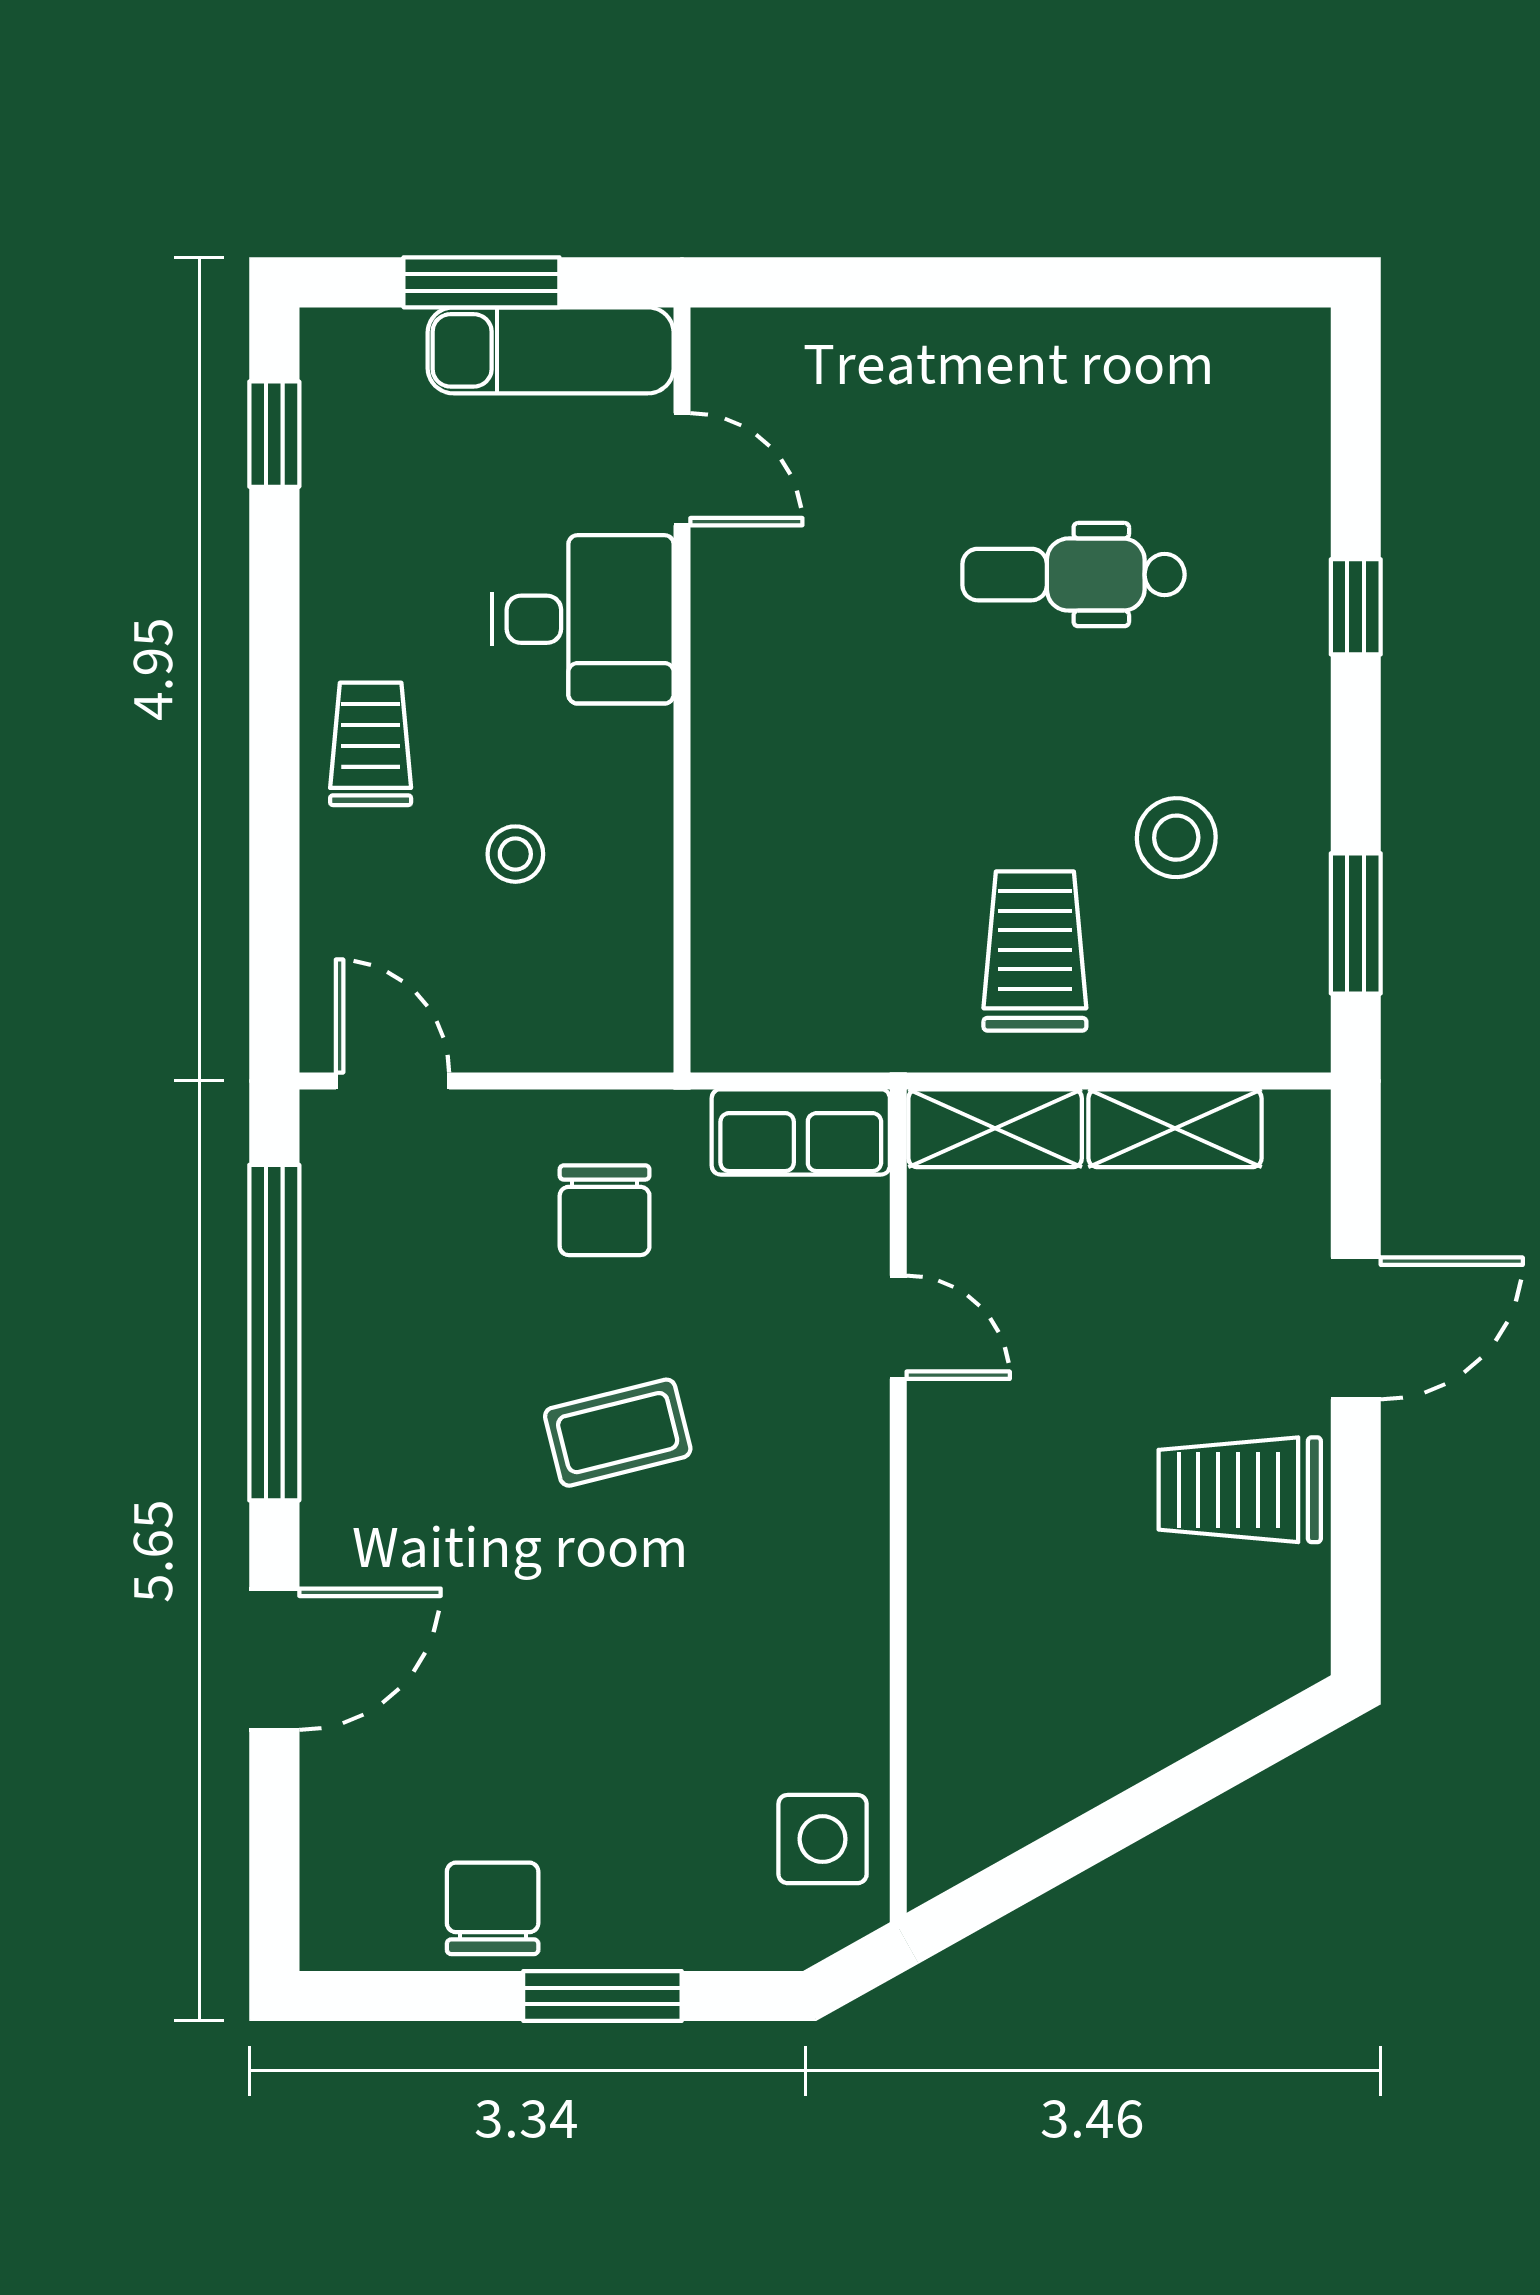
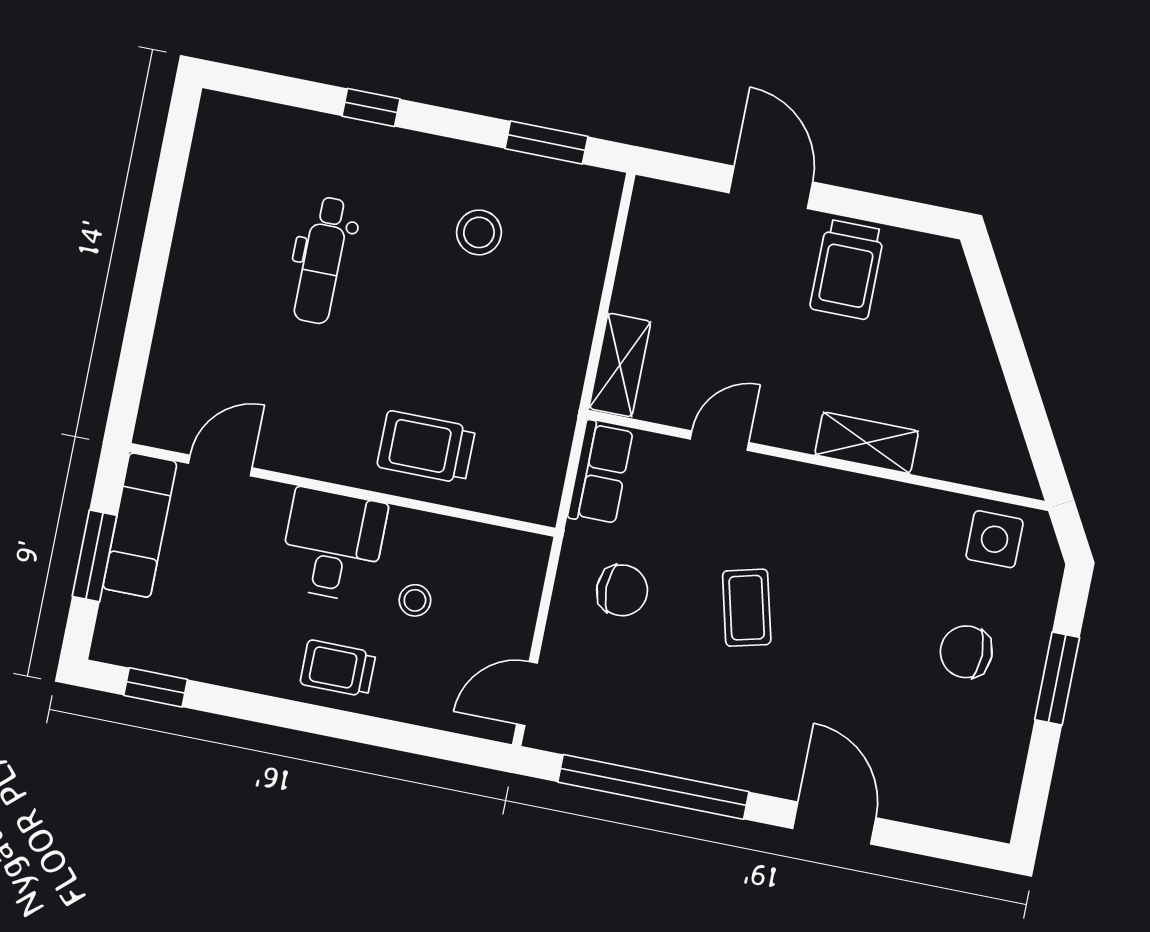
desk: (583, 619) -> (333, 545), moved
trolley: (1035, 951) -> (426, 447), moved
shelving: (1175, 1128) -> (867, 443), moved, turned 90
chair: (493, 1908) -> (966, 652), moved

